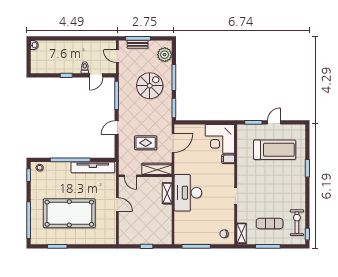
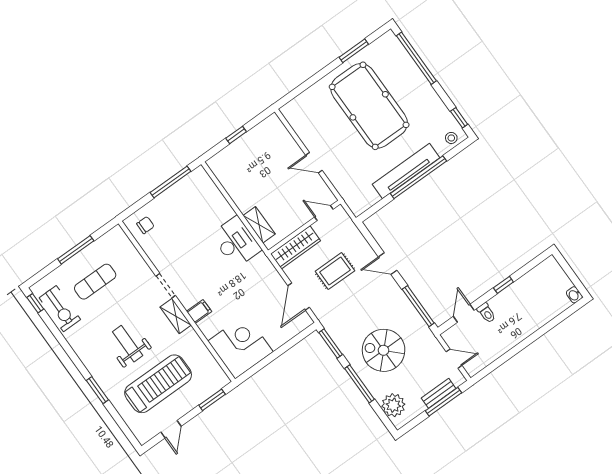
spiral stairs: (150, 86) -> (384, 350), turned 90
door: (274, 122) -> (171, 429), moved
door: (117, 128) -> (388, 264), swing flipped
treadmill: (275, 150) -> (158, 384), turned 180
filing cabinet: (228, 159) -> (199, 311), moved
tv unit: (93, 167) -> (406, 171), moved
weight bench: (276, 181) -> (128, 344), added
desk: (188, 193) -> (236, 242), width x0.73, depth x0.77
pool table: (69, 213) -> (369, 106), turned 90
shelving: (242, 233) -> (176, 316), moved

